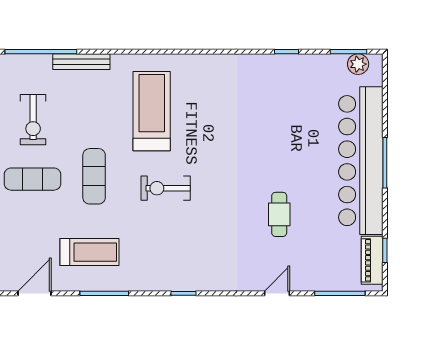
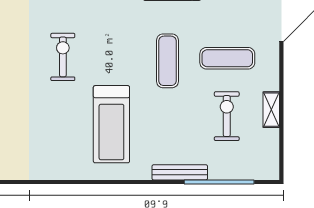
exercise bike: (166, 188) -> (63, 57), moved, turned -90

